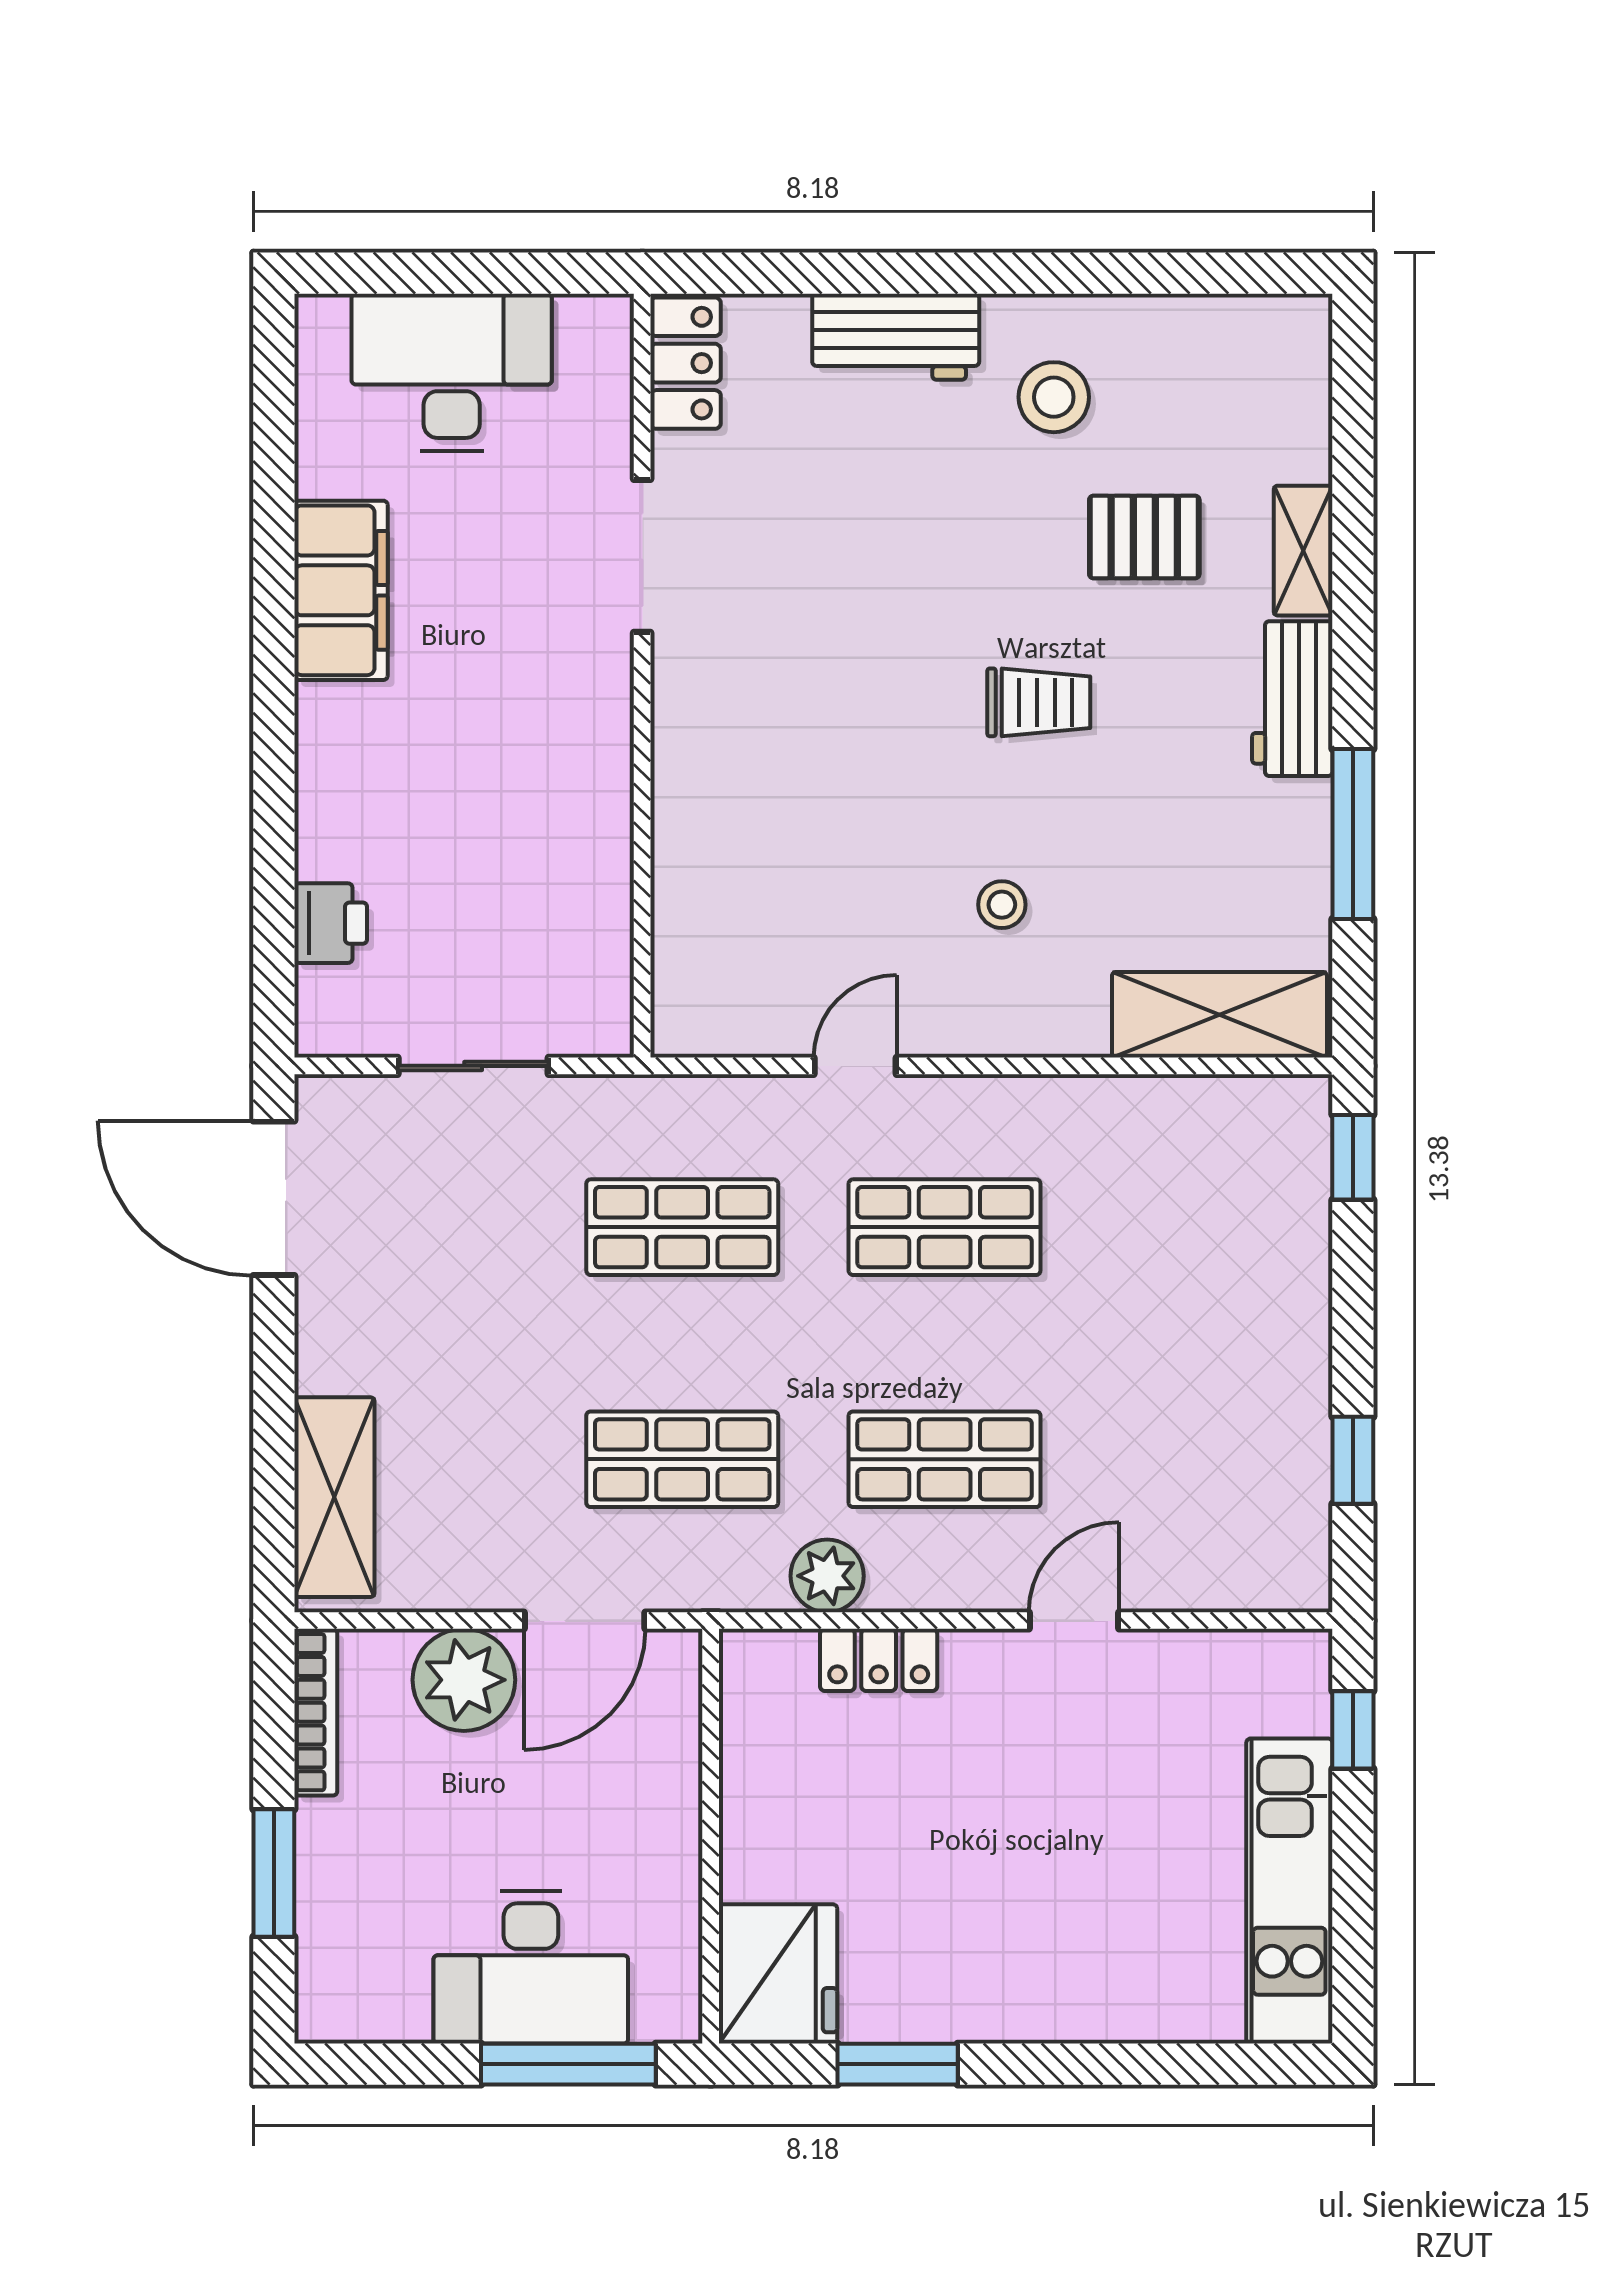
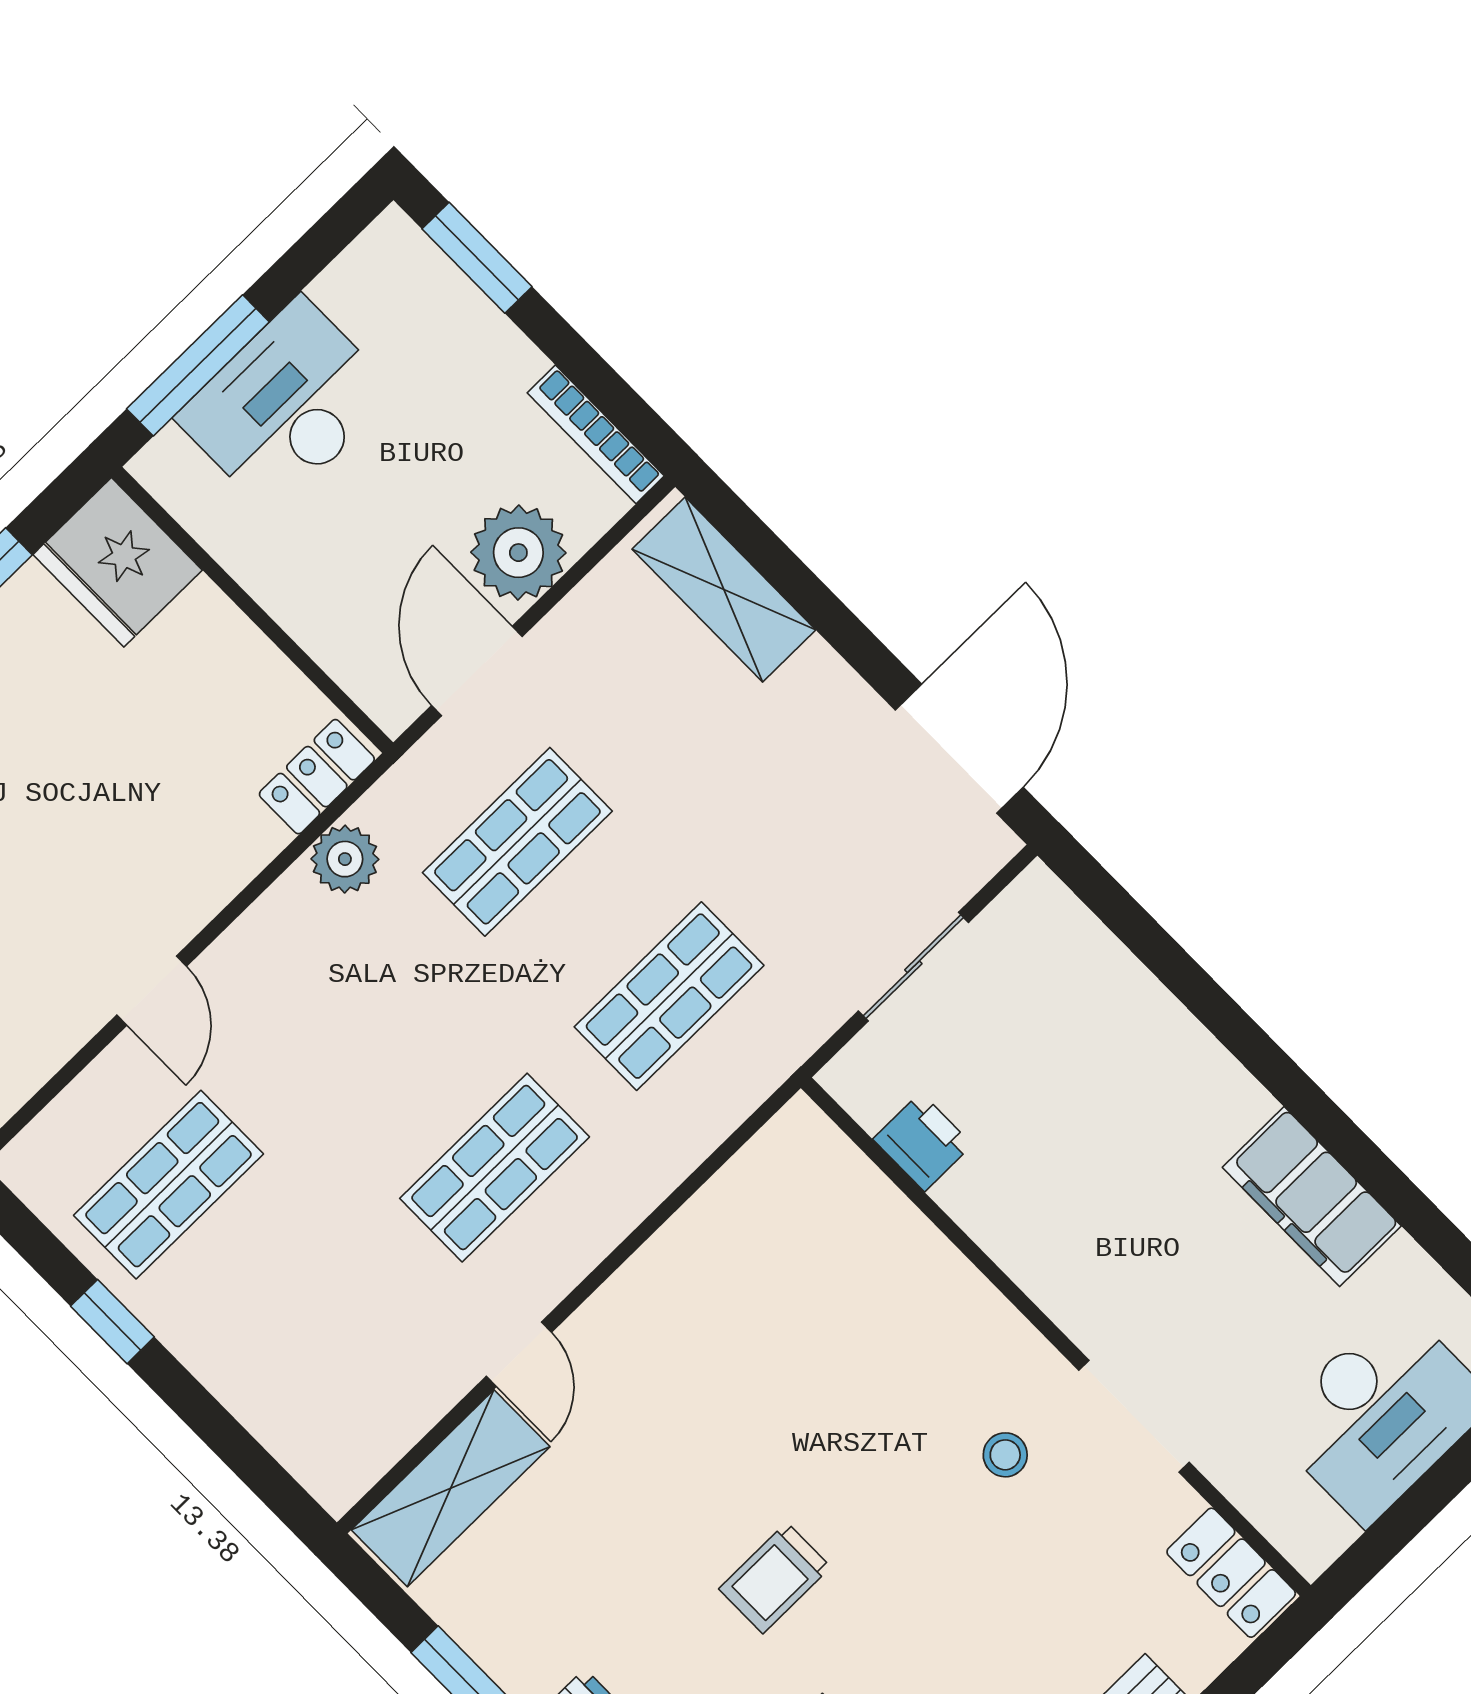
stool: (1002, 905) -> (1005, 1455), moved
printer: (331, 923) -> (923, 1142), moved, turned 180
door: (855, 1066) -> (519, 1354), moved
window: (1353, 1157) -> (269, 1481), removed
door: (274, 1198) -> (959, 749), hinge flipped
shop shelf: (945, 1459) -> (168, 1185), moved
window: (1353, 1460) -> (112, 1322), moved
locker: (879, 1660) -> (317, 777), moved
window: (274, 1873) -> (477, 258), moved

